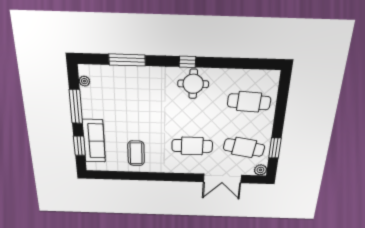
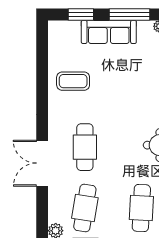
sofa: (94, 141) -> (109, 32), moved
double door: (222, 178) -> (42, 163), moved

